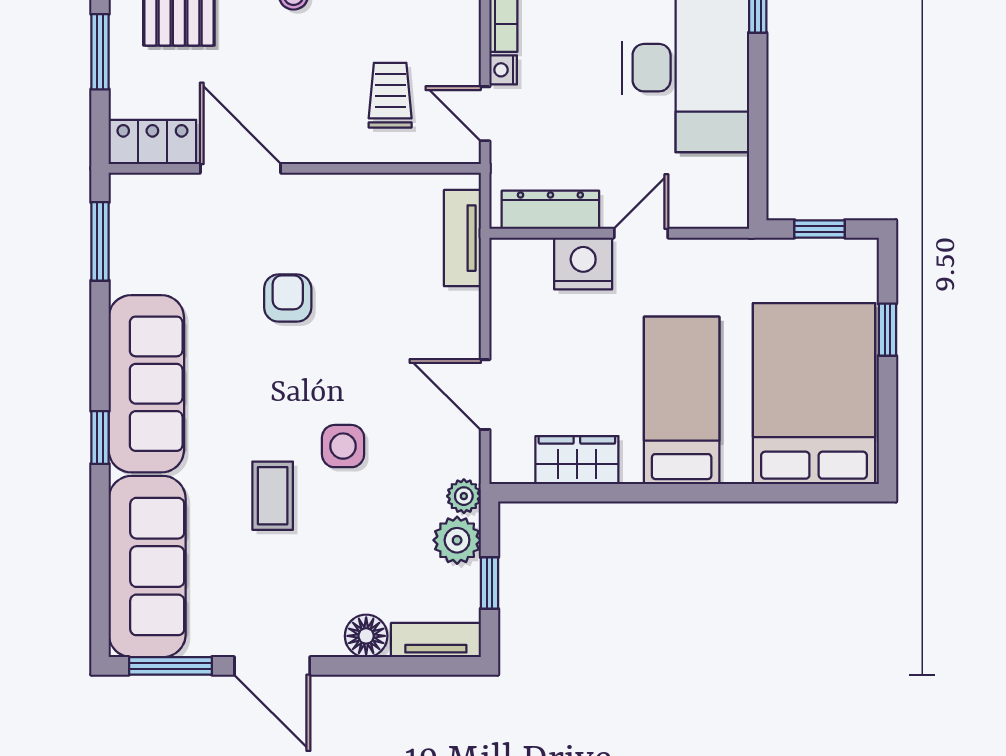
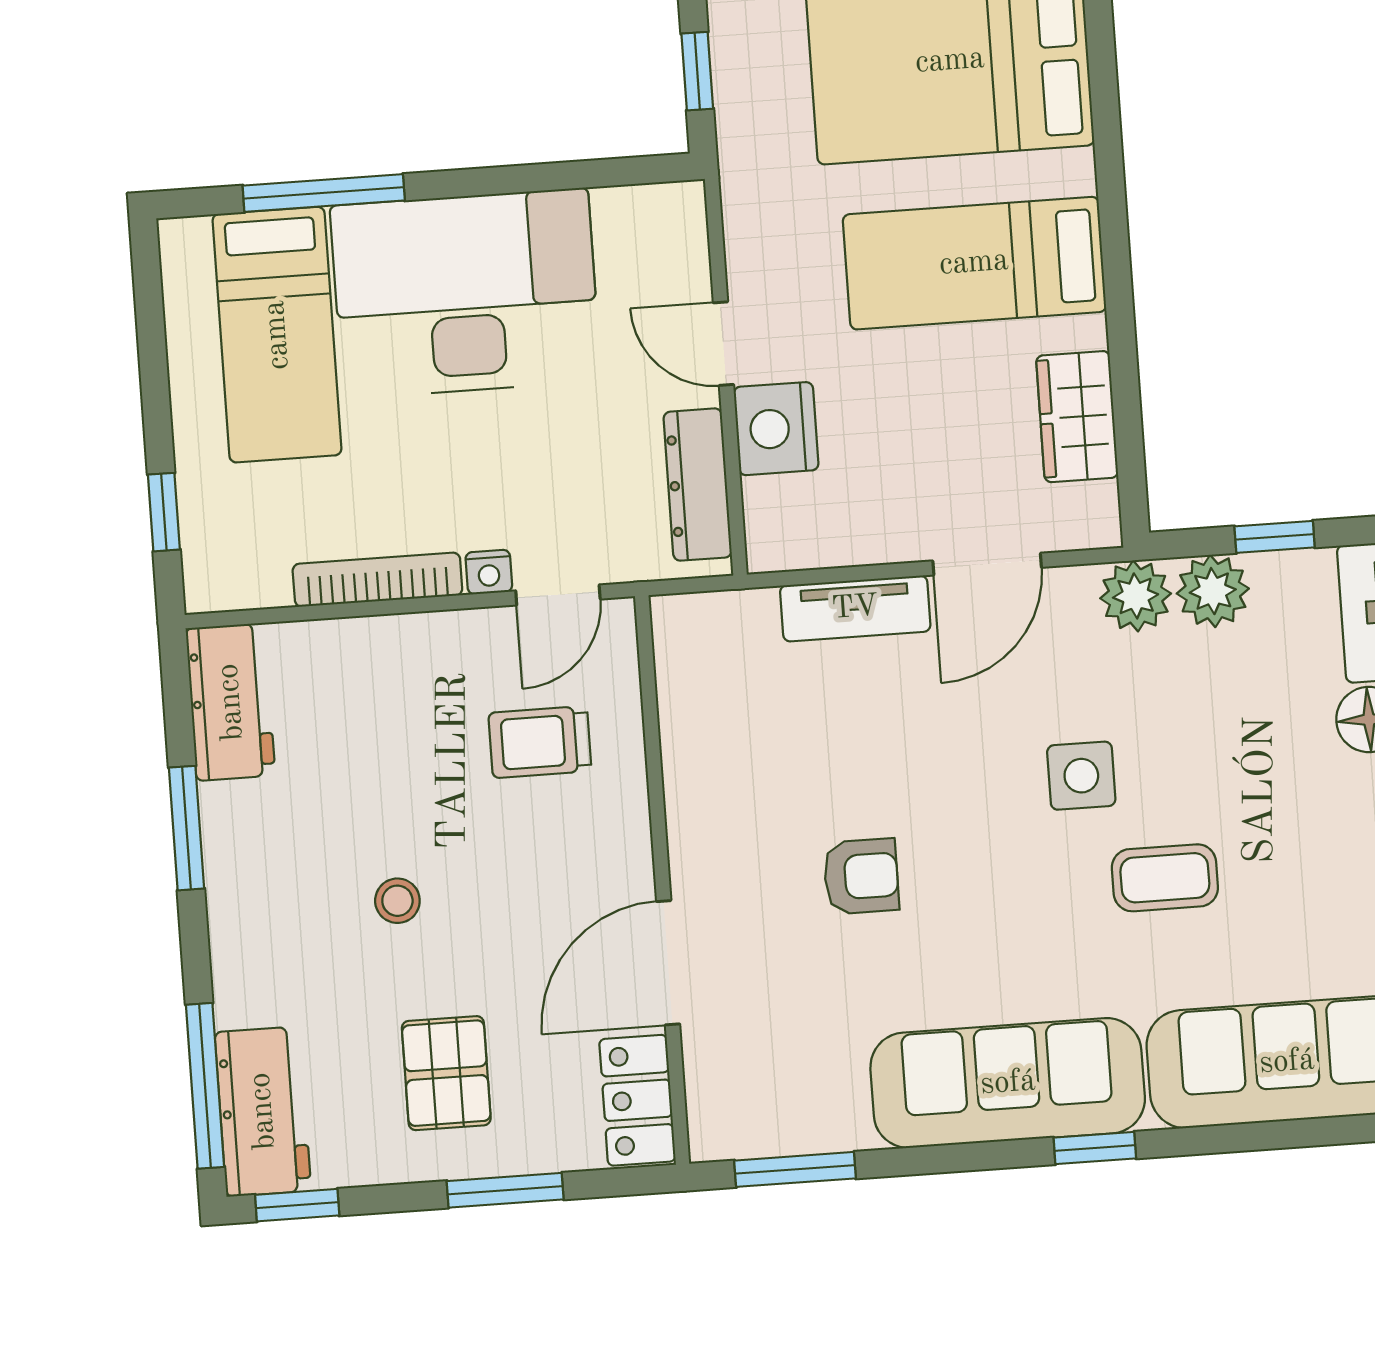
tv unit: (462, 238) -> (855, 608), moved
armchair: (288, 298) -> (861, 876), turned 180
plant: (464, 496) -> (1136, 596), width x1.38, depth x1.38

